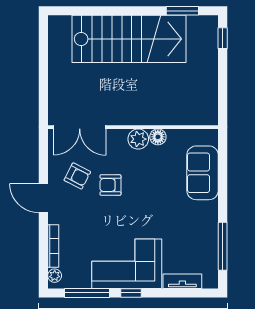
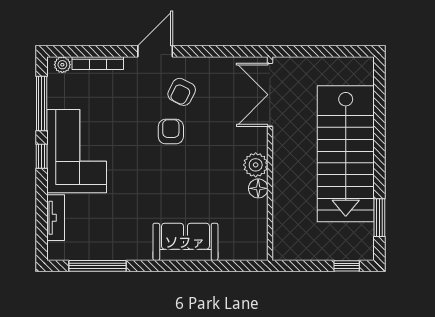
double door: (80, 127) -> (270, 95), moved
wall: (133, 127) -> (270, 159), moved
floor lamp: (158, 137) -> (258, 188), moved
plant: (138, 139) -> (256, 165), moved

